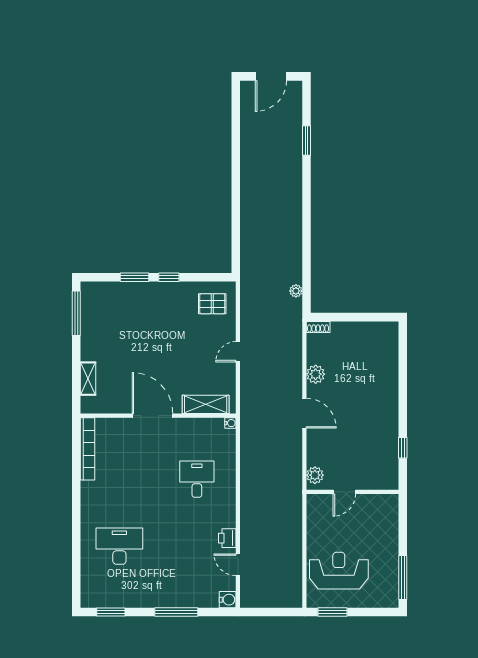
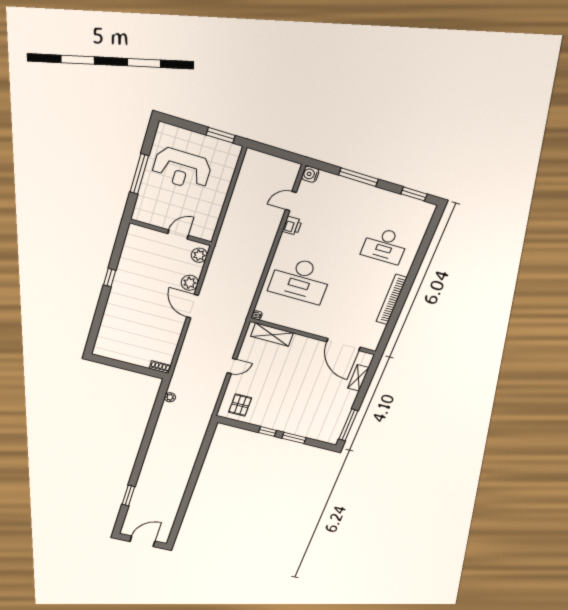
pallet: (212, 304) -> (240, 405), turned 90
plant: (316, 374) -> (190, 283), moved
door: (152, 416) -> (343, 345), moved
window: (403, 448) -> (110, 278), moved
bookcase: (88, 449) -> (392, 300), moved
desk: (197, 479) -> (300, 280), width x1.87, depth x1.30
door: (238, 565) -> (291, 201), swing flipped
reception desk: (339, 571) -> (182, 169), moved
window: (403, 577) -> (139, 174), moved

